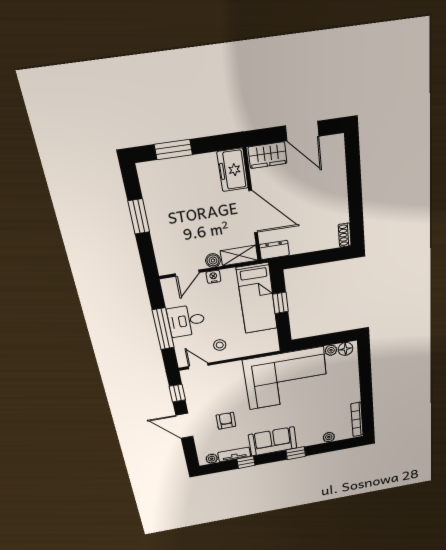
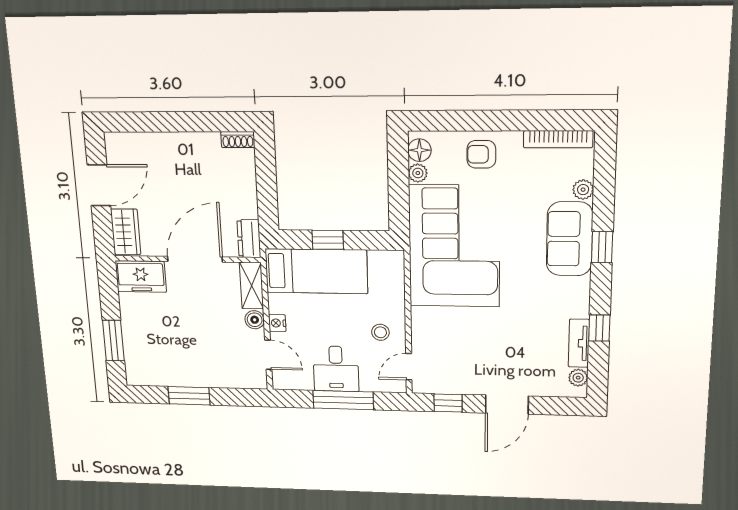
armchair: (226, 421) -> (481, 154), moved
sofa: (273, 441) -> (569, 239), moved

